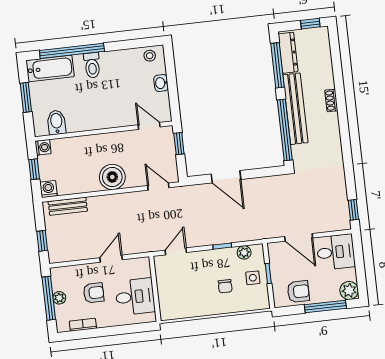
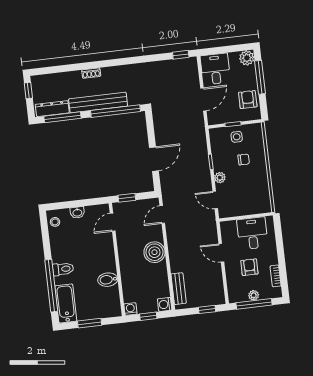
bidet: (56, 122) -> (108, 280), moved
plant: (244, 252) -> (220, 178), moved

